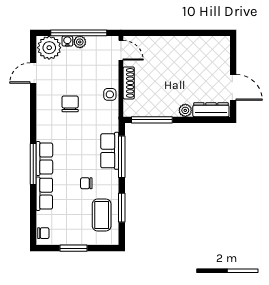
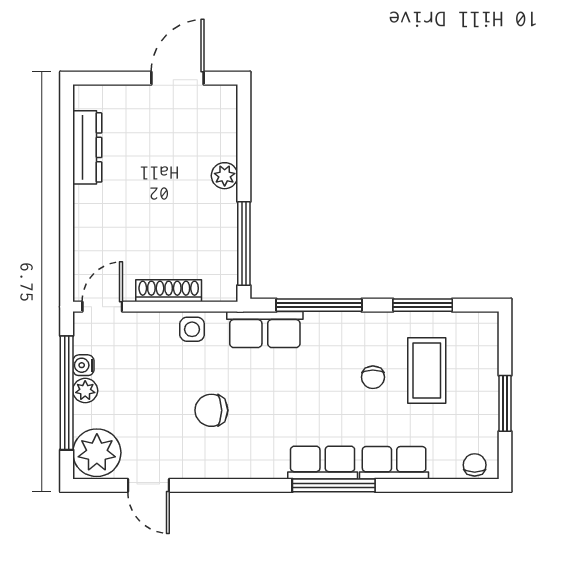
water cooler: (67, 41) -> (83, 365), moved
dresser: (211, 110) -> (87, 147), moved, turned 180
row of seats: (110, 151) -> (265, 330), moved
coffee table: (102, 215) -> (427, 370), moved, turned 90

